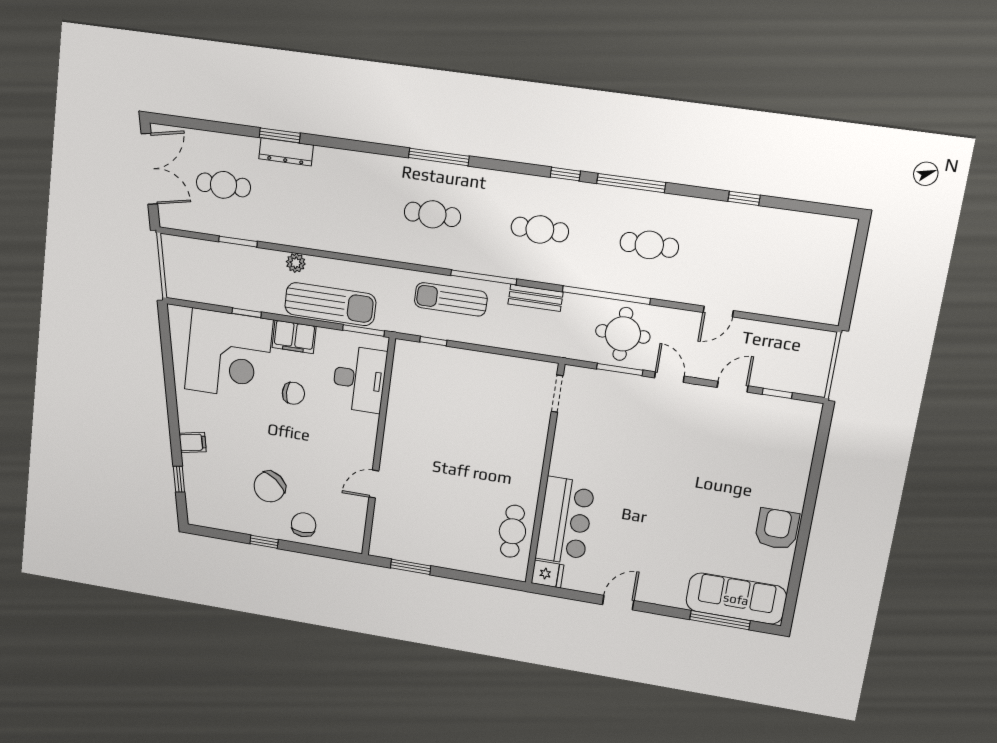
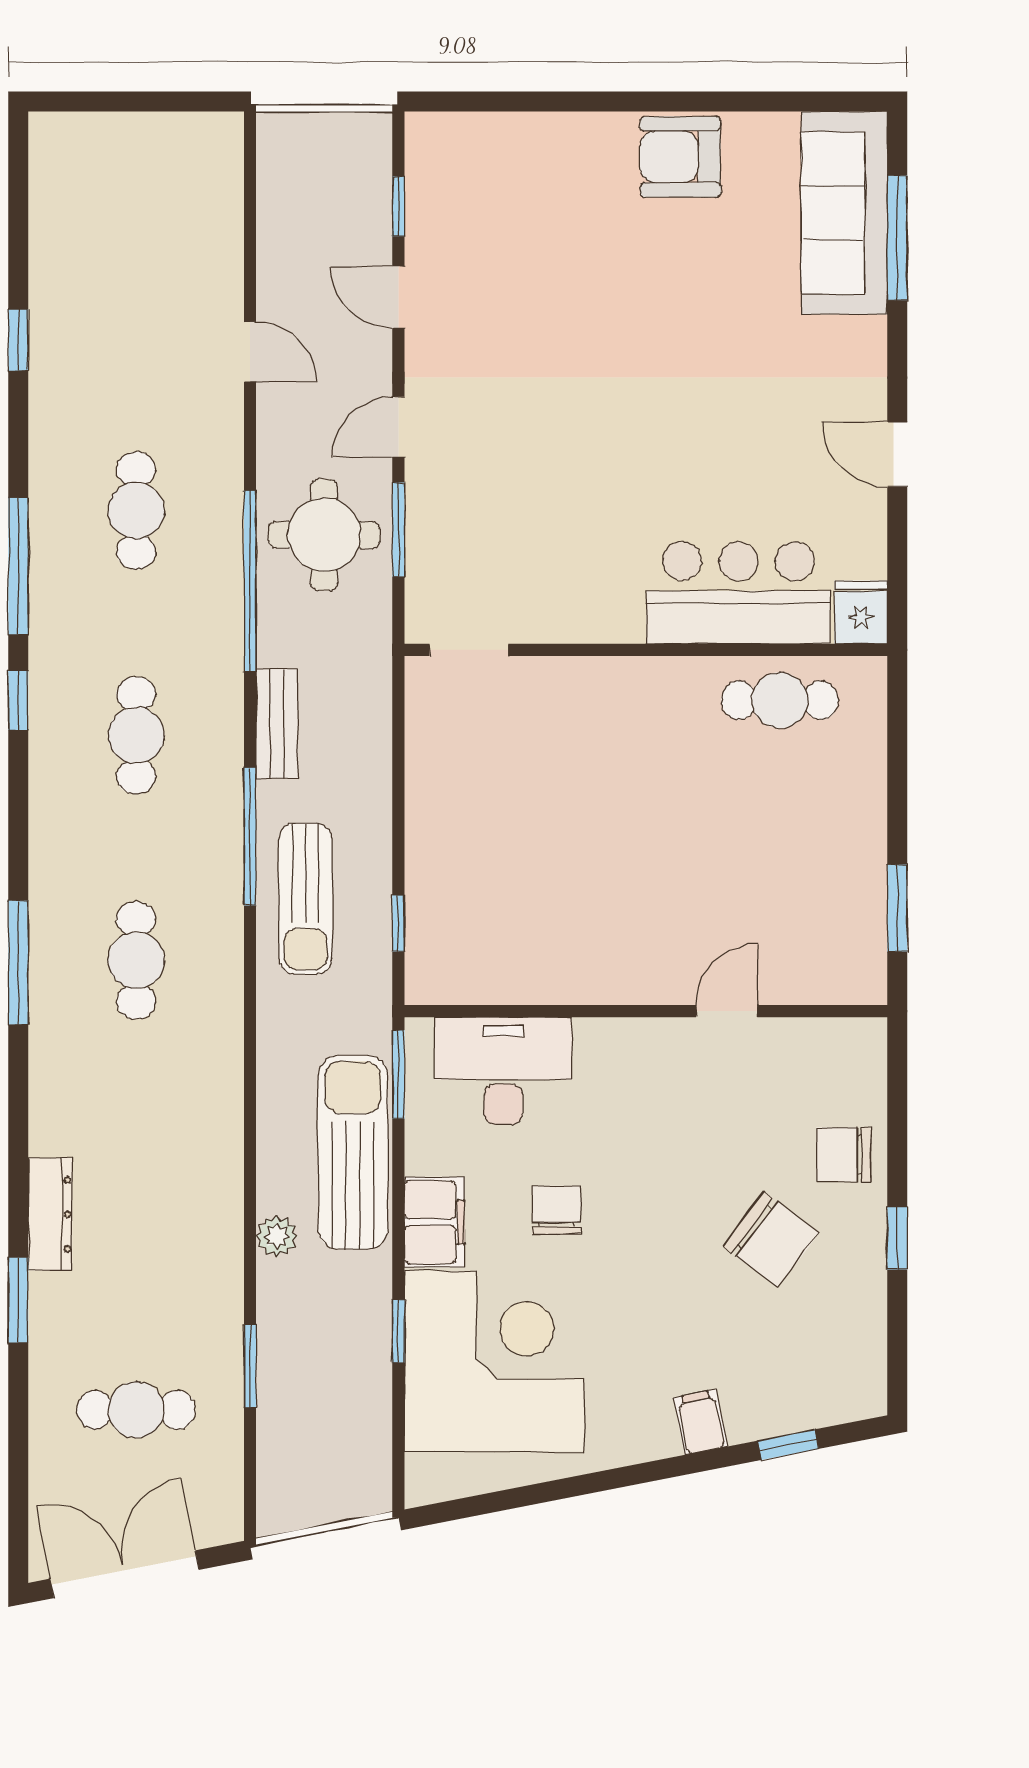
dresser: (286, 152) -> (50, 1214), moved
cafe table: (223, 185) -> (136, 1410), turned 90
door: (374, 484) -> (727, 1011), swing flipped

